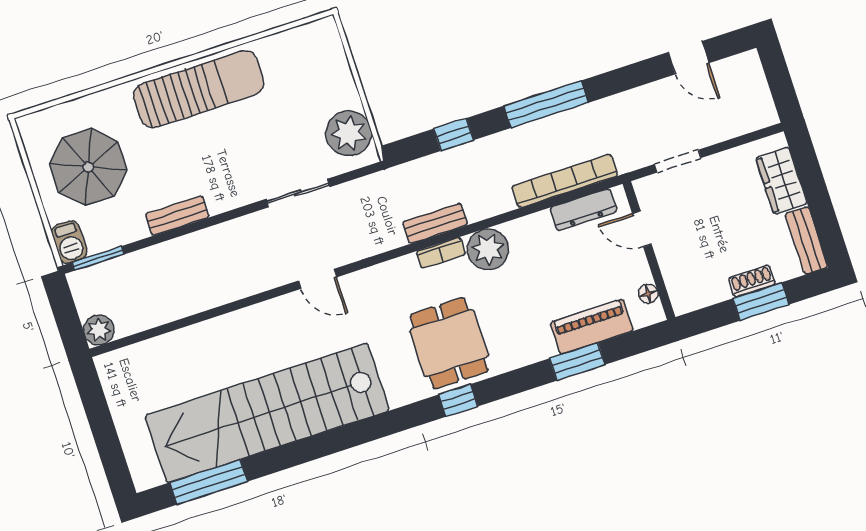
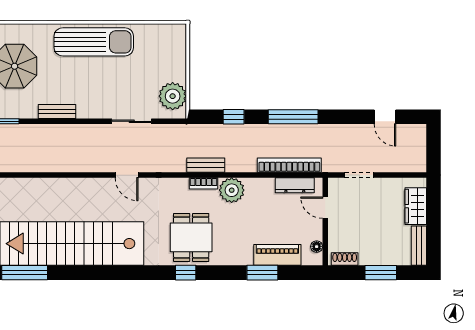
shoe rack: (752, 281) -> (345, 259), moved

